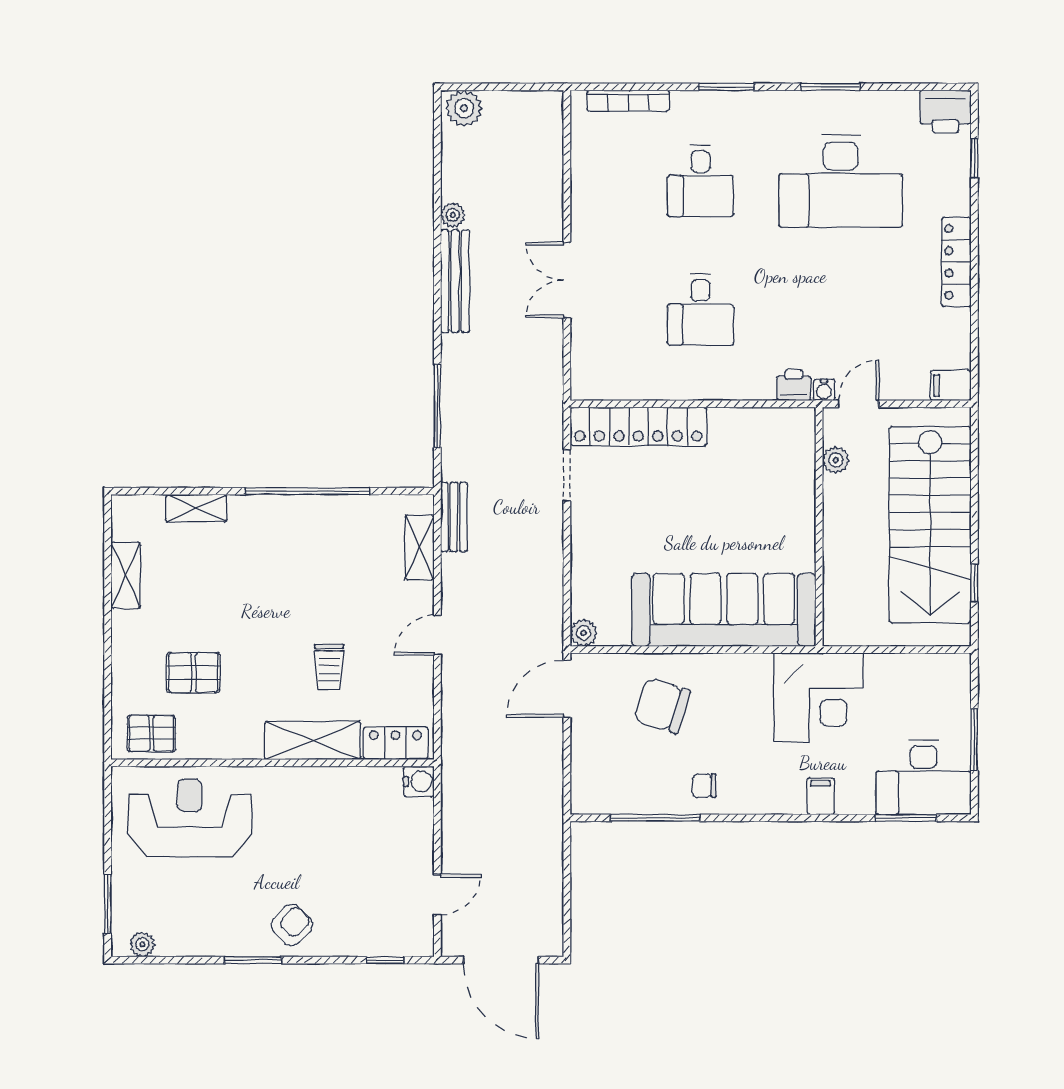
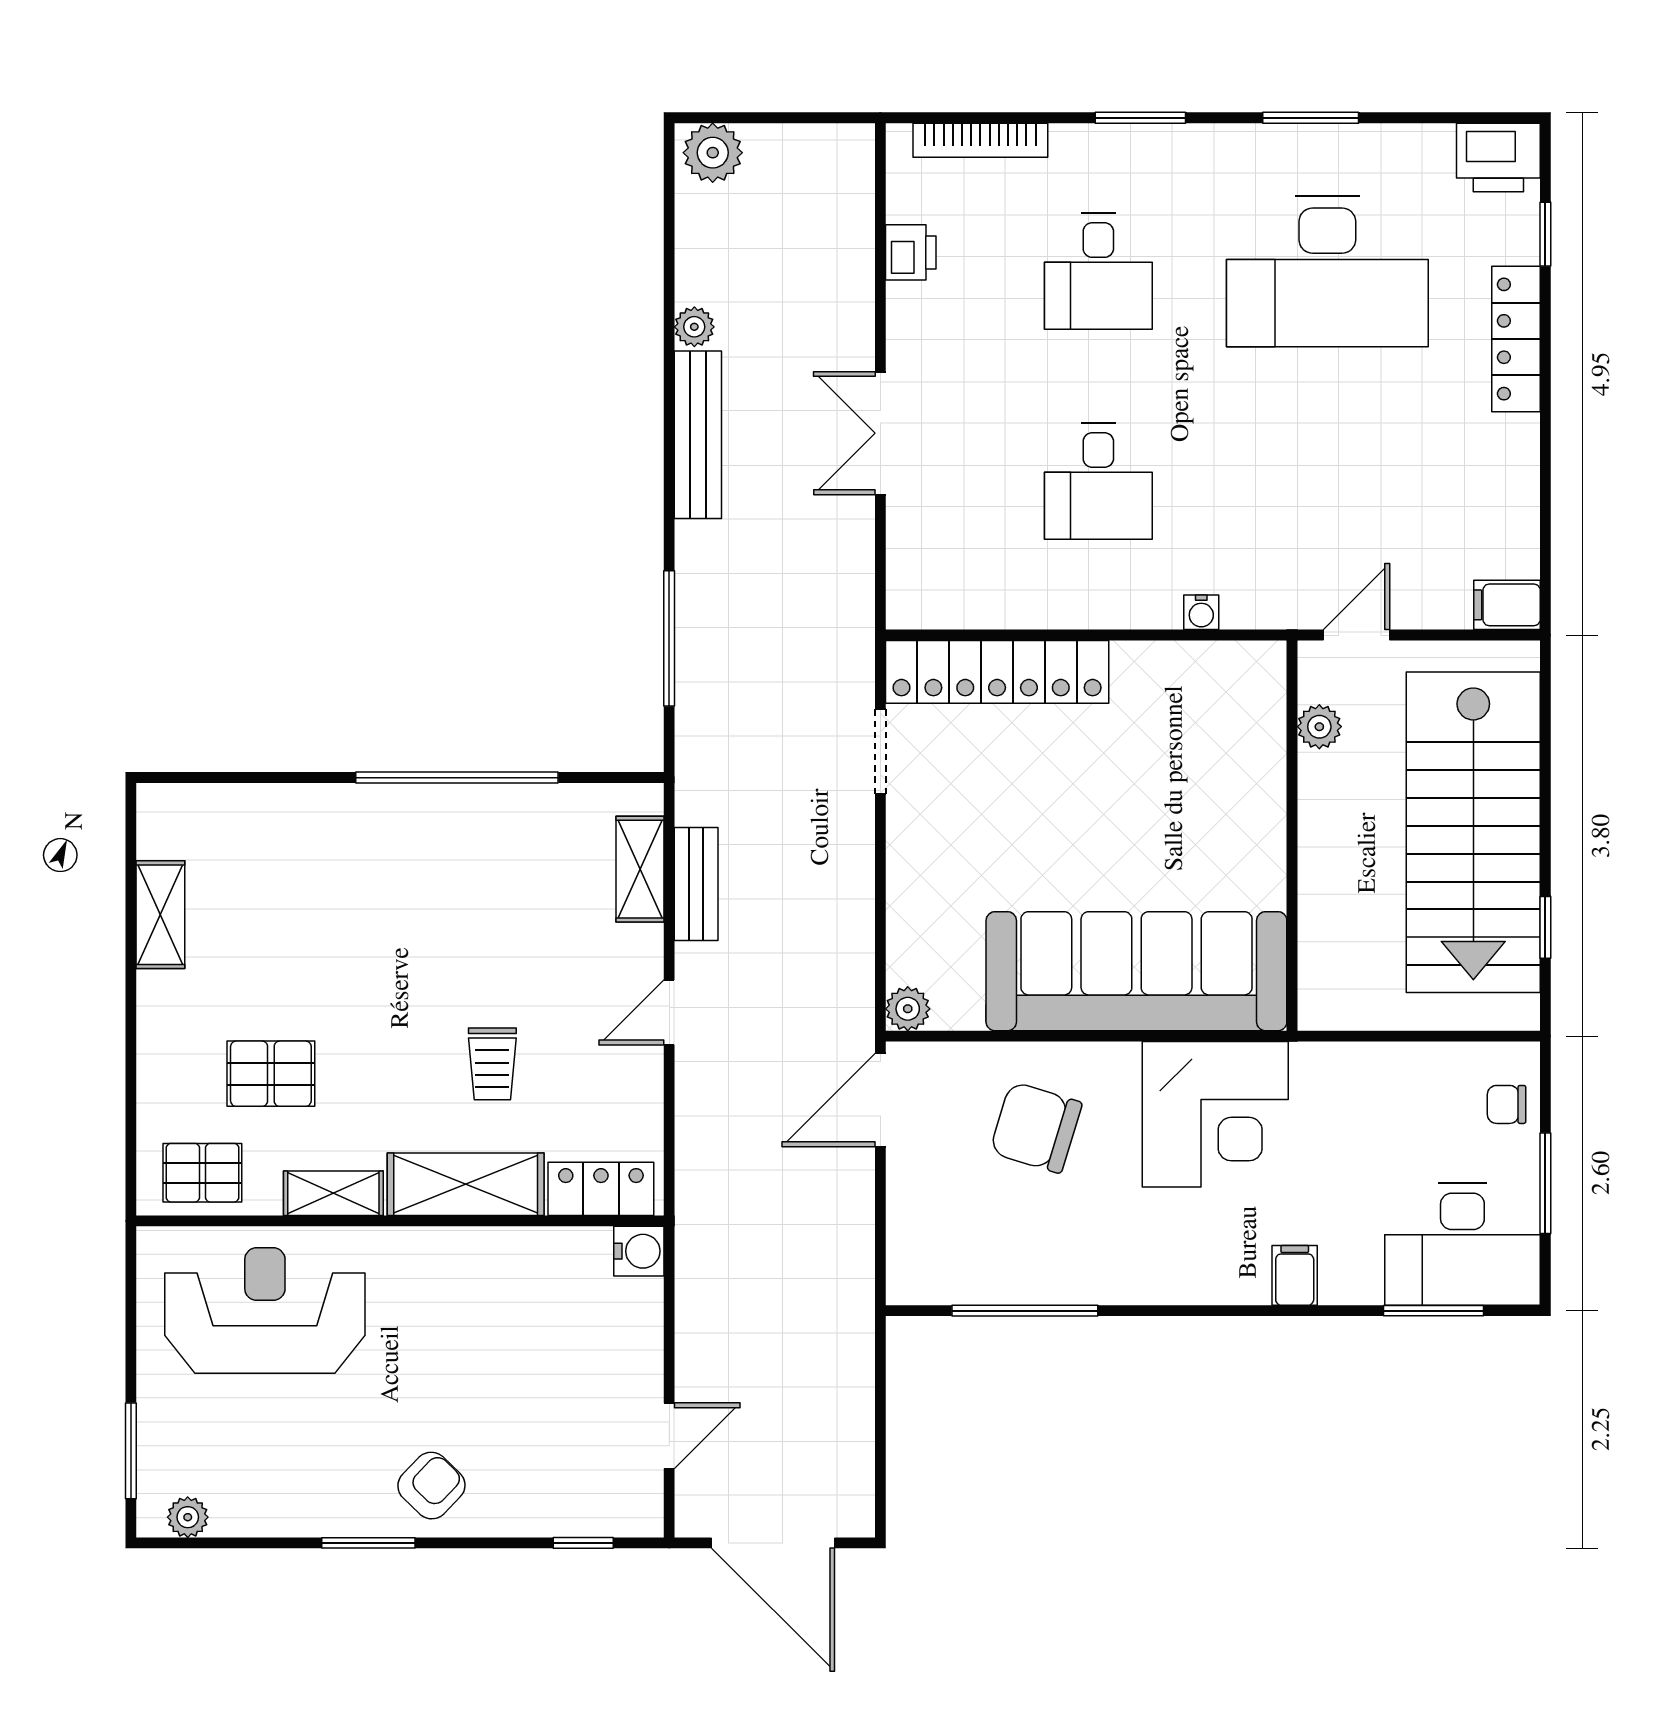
locker: (956, 262) -> (1516, 339), moved
printer: (794, 385) -> (911, 252), moved, turned 90
water cooler: (824, 390) -> (1201, 612), moved
shelving: (196, 508) -> (333, 1193), moved
bench: (454, 517) -> (696, 884), moved
corner desk: (818, 698) -> (1215, 1114), moved
chair: (704, 786) -> (1507, 1104), moved

